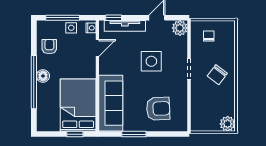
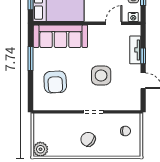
window: (114, 18) -> (143, 56), moved
tv unit: (125, 26) -> (135, 50), width x0.71
plant: (180, 28) -> (133, 103), removed
door: (97, 48) -> (114, 23), swing flipped

